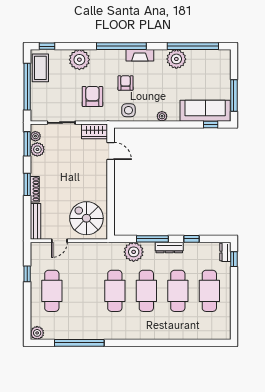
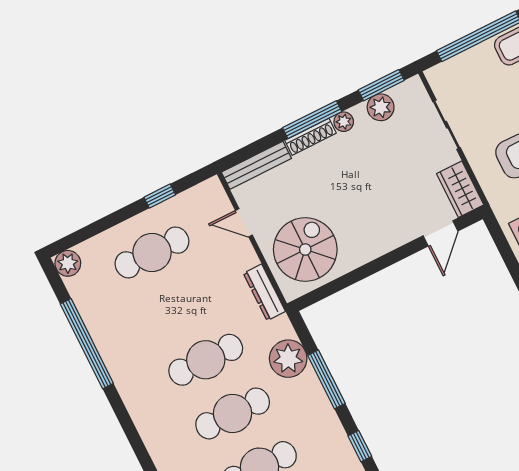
plant: (35, 136) -> (344, 122), moved
window: (27, 184) -> (312, 120), width x1.44
dresser: (169, 248) -> (264, 292), moved

